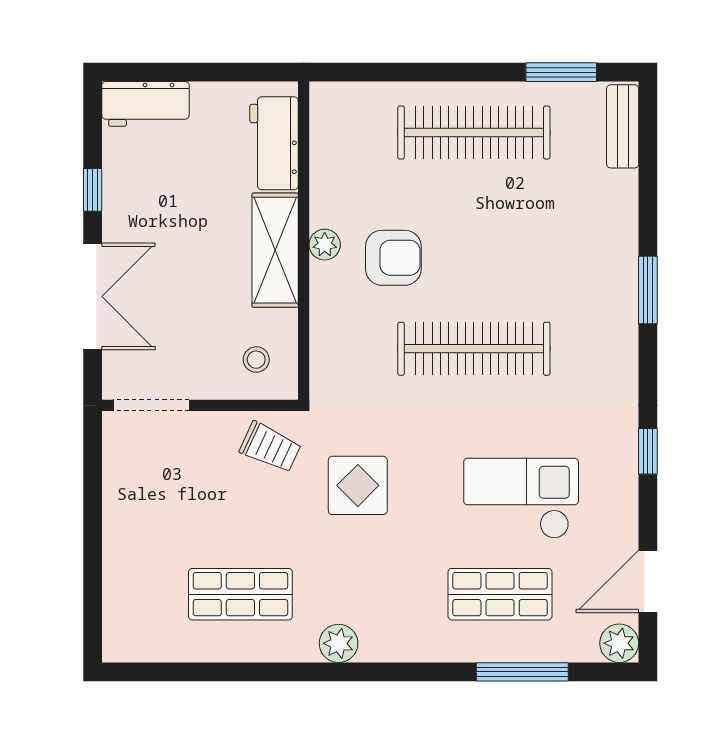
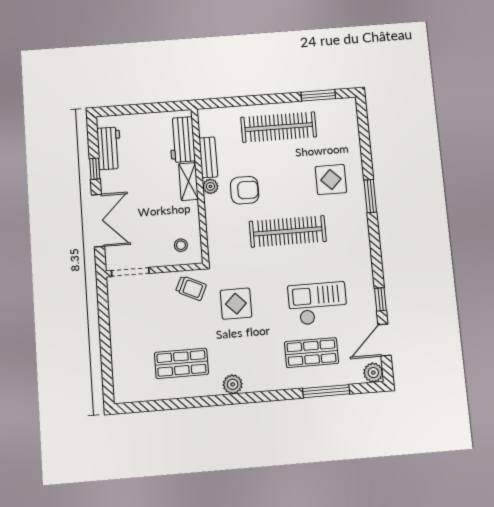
workbench: (145, 104) -> (109, 148), moved, turned -90
bench: (623, 126) -> (208, 157), moved
shelving: (275, 250) -> (188, 182), width x0.67, depth x0.75
display table: (571, 250) -> (331, 179), added
window: (648, 451) -> (380, 299), moved

